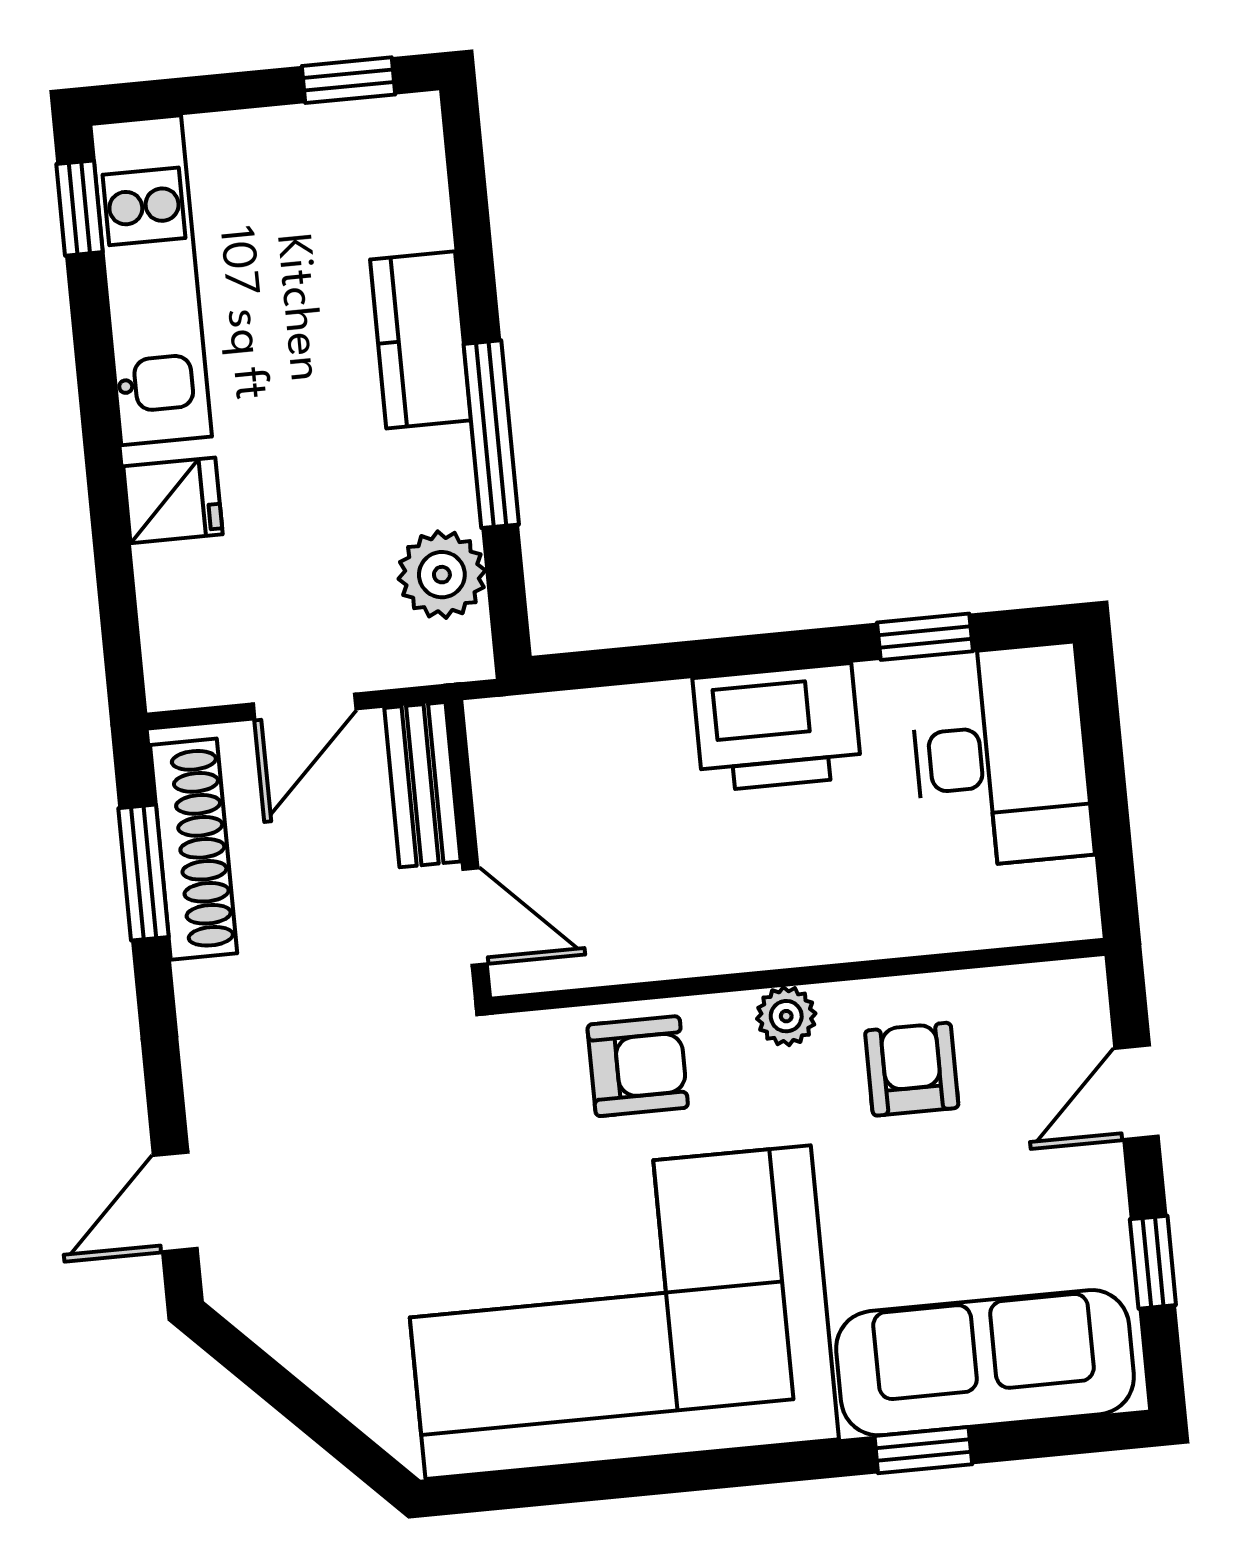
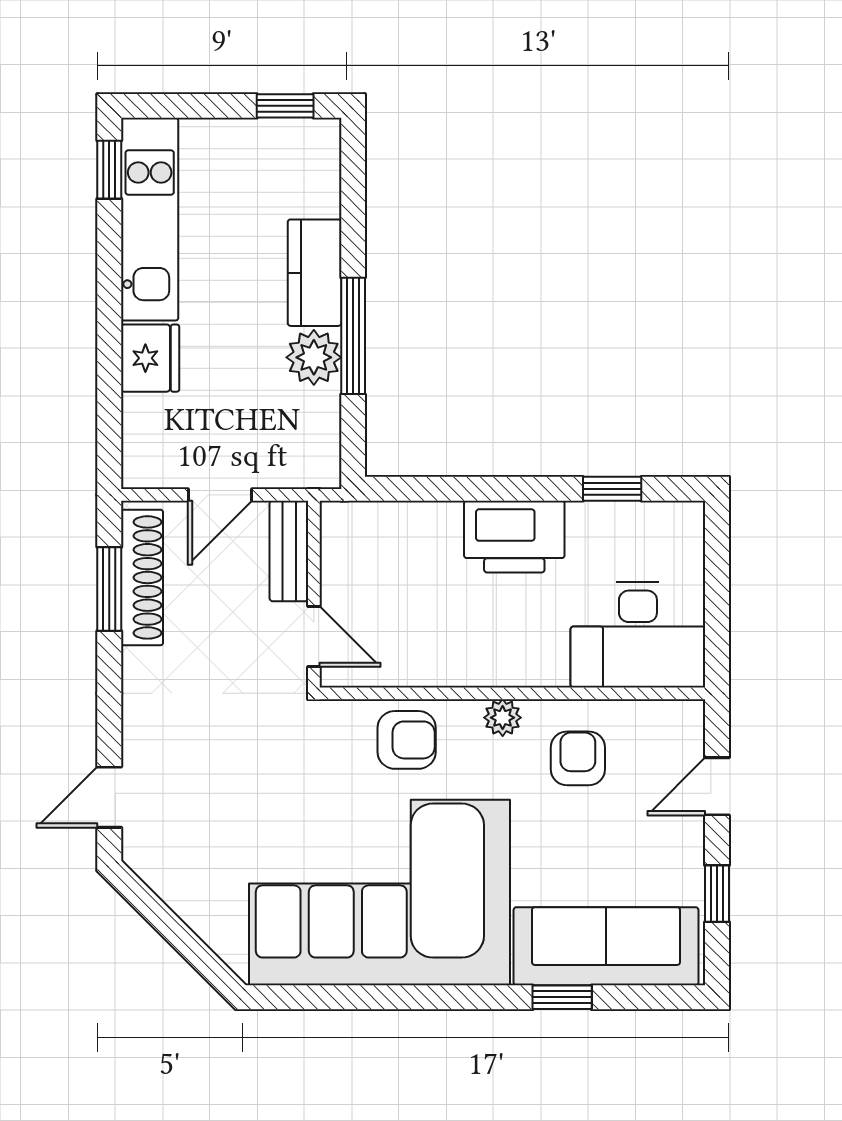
fridge: (173, 500) -> (150, 358), width x1.38
plant: (442, 575) -> (314, 357), moved
desk: (1001, 756) -> (638, 635), moved, turned 90

